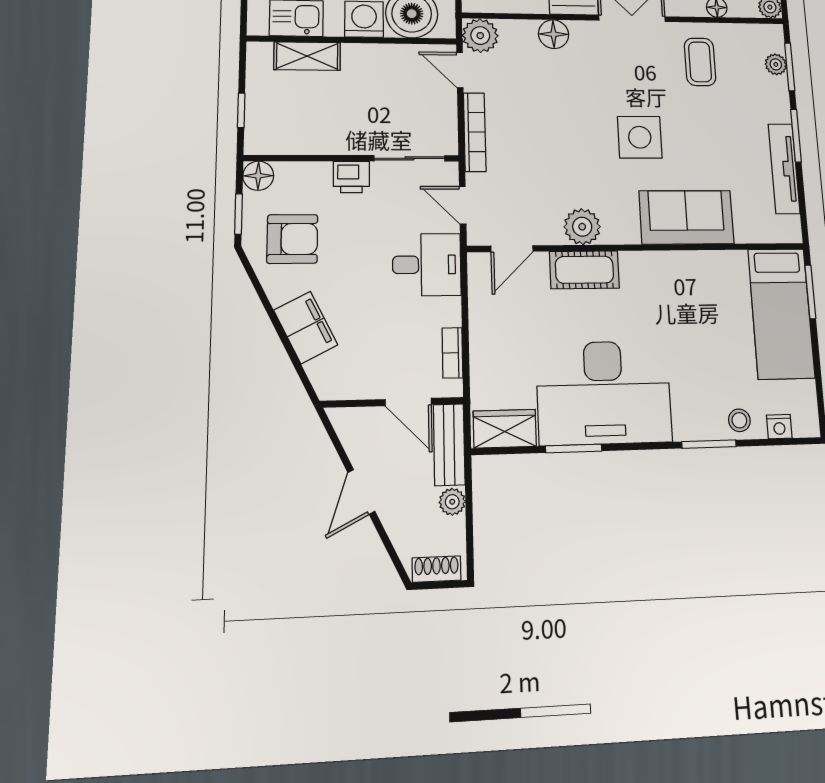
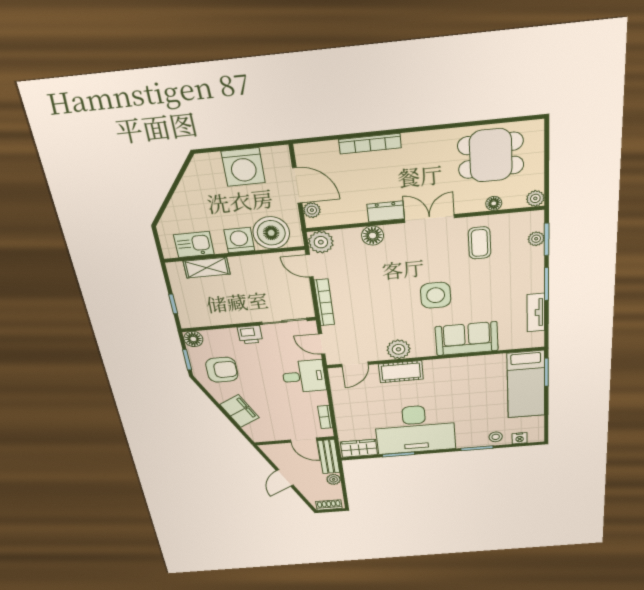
tv unit: (784, 169) -> (536, 313), width x0.71

